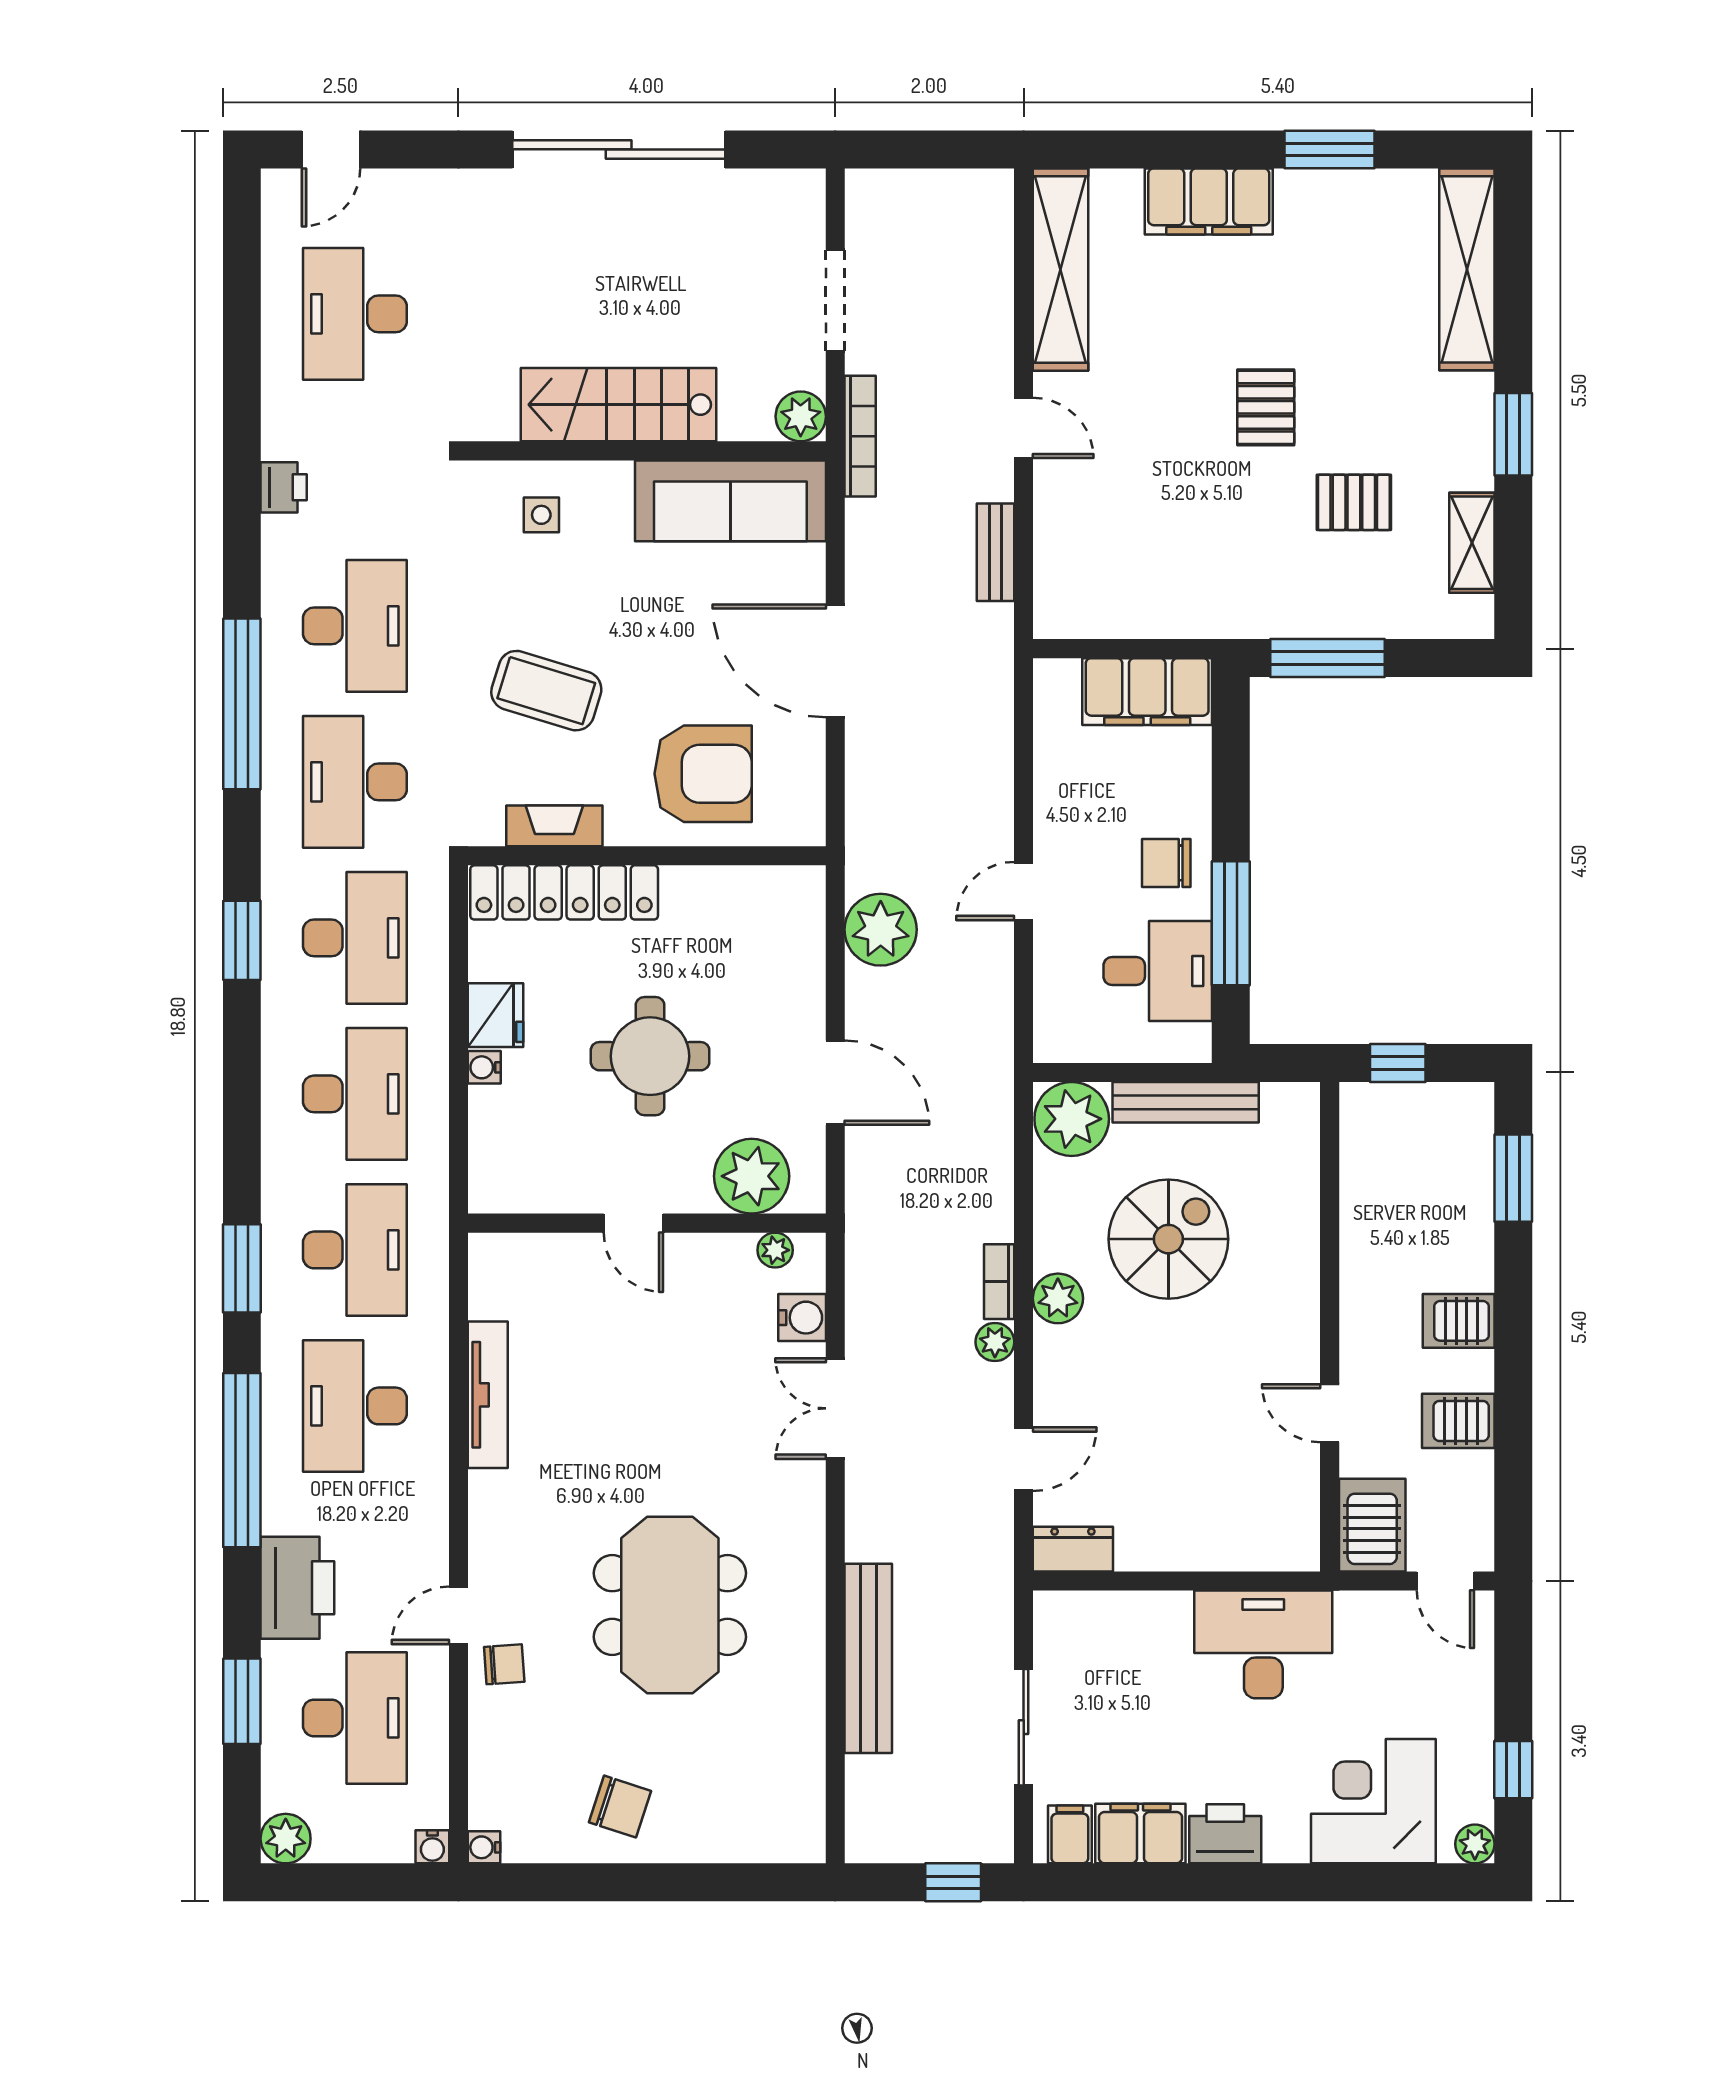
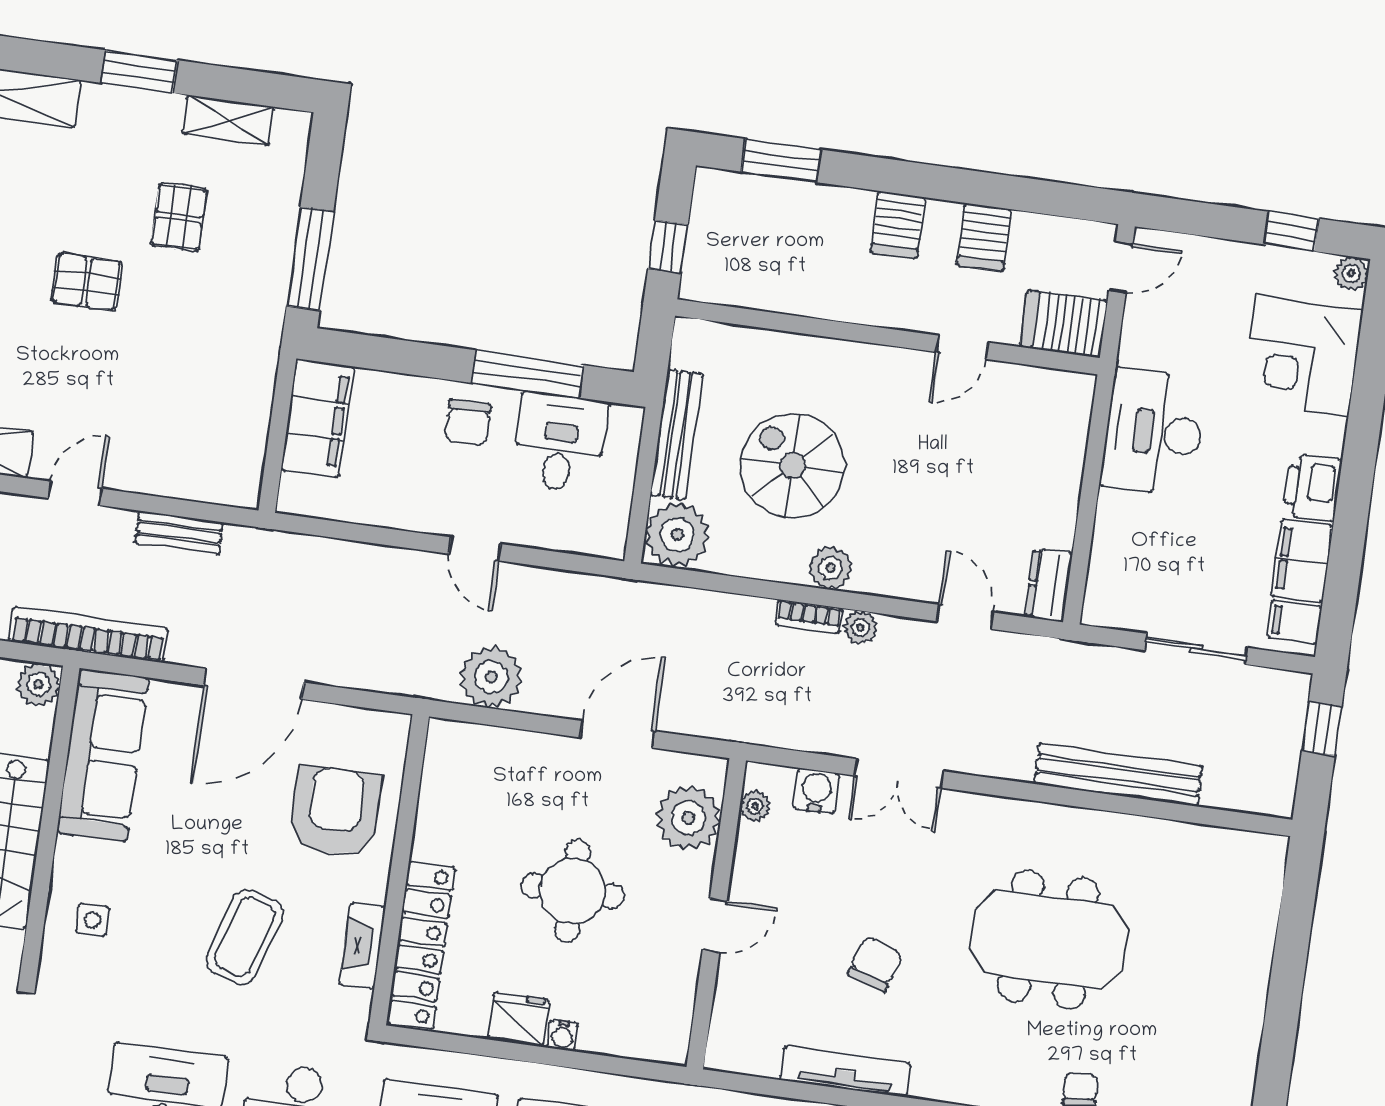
bookcase: (860, 436) -> (88, 635), width x1.48, depth x1.31
chair: (620, 1807) -> (875, 964), moved

